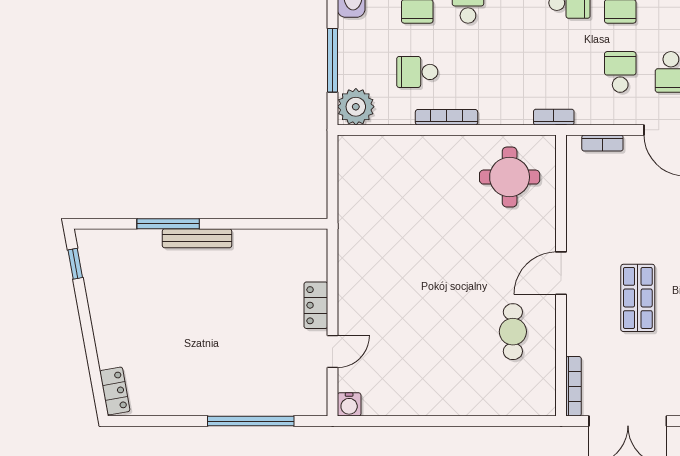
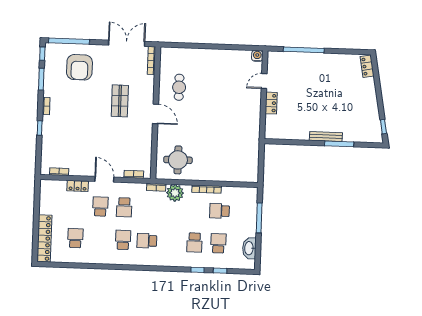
school desk: (417, 72) -> (220, 211), turned 180
plant: (356, 107) -> (175, 193), moved
door: (561, 273) -> (155, 114), hinge flipped

